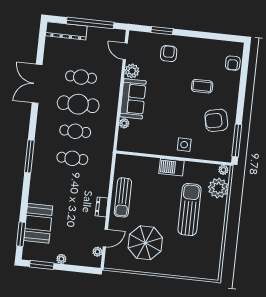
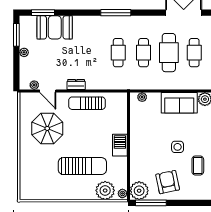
plant: (124, 123) -> (142, 97), moved
side table: (184, 145) -> (178, 147), moved
plant: (222, 152) -> (139, 191), added

